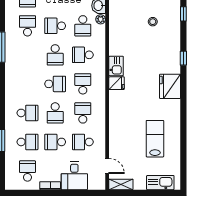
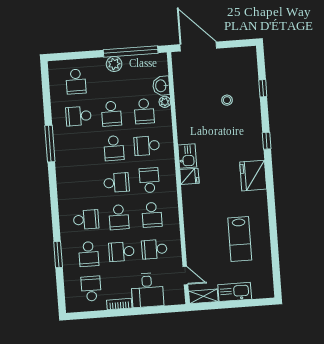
school desk: (27, 26) -> (78, 116), turned -90
school desk: (55, 26) -> (111, 114), turned -90
school desk: (83, 113) -> (152, 215), turned 180
lab bench: (155, 139) -> (240, 239), turned 180
school desk: (27, 142) -> (89, 254), turned 90
kitchen sink: (160, 183) -> (235, 292), moved

